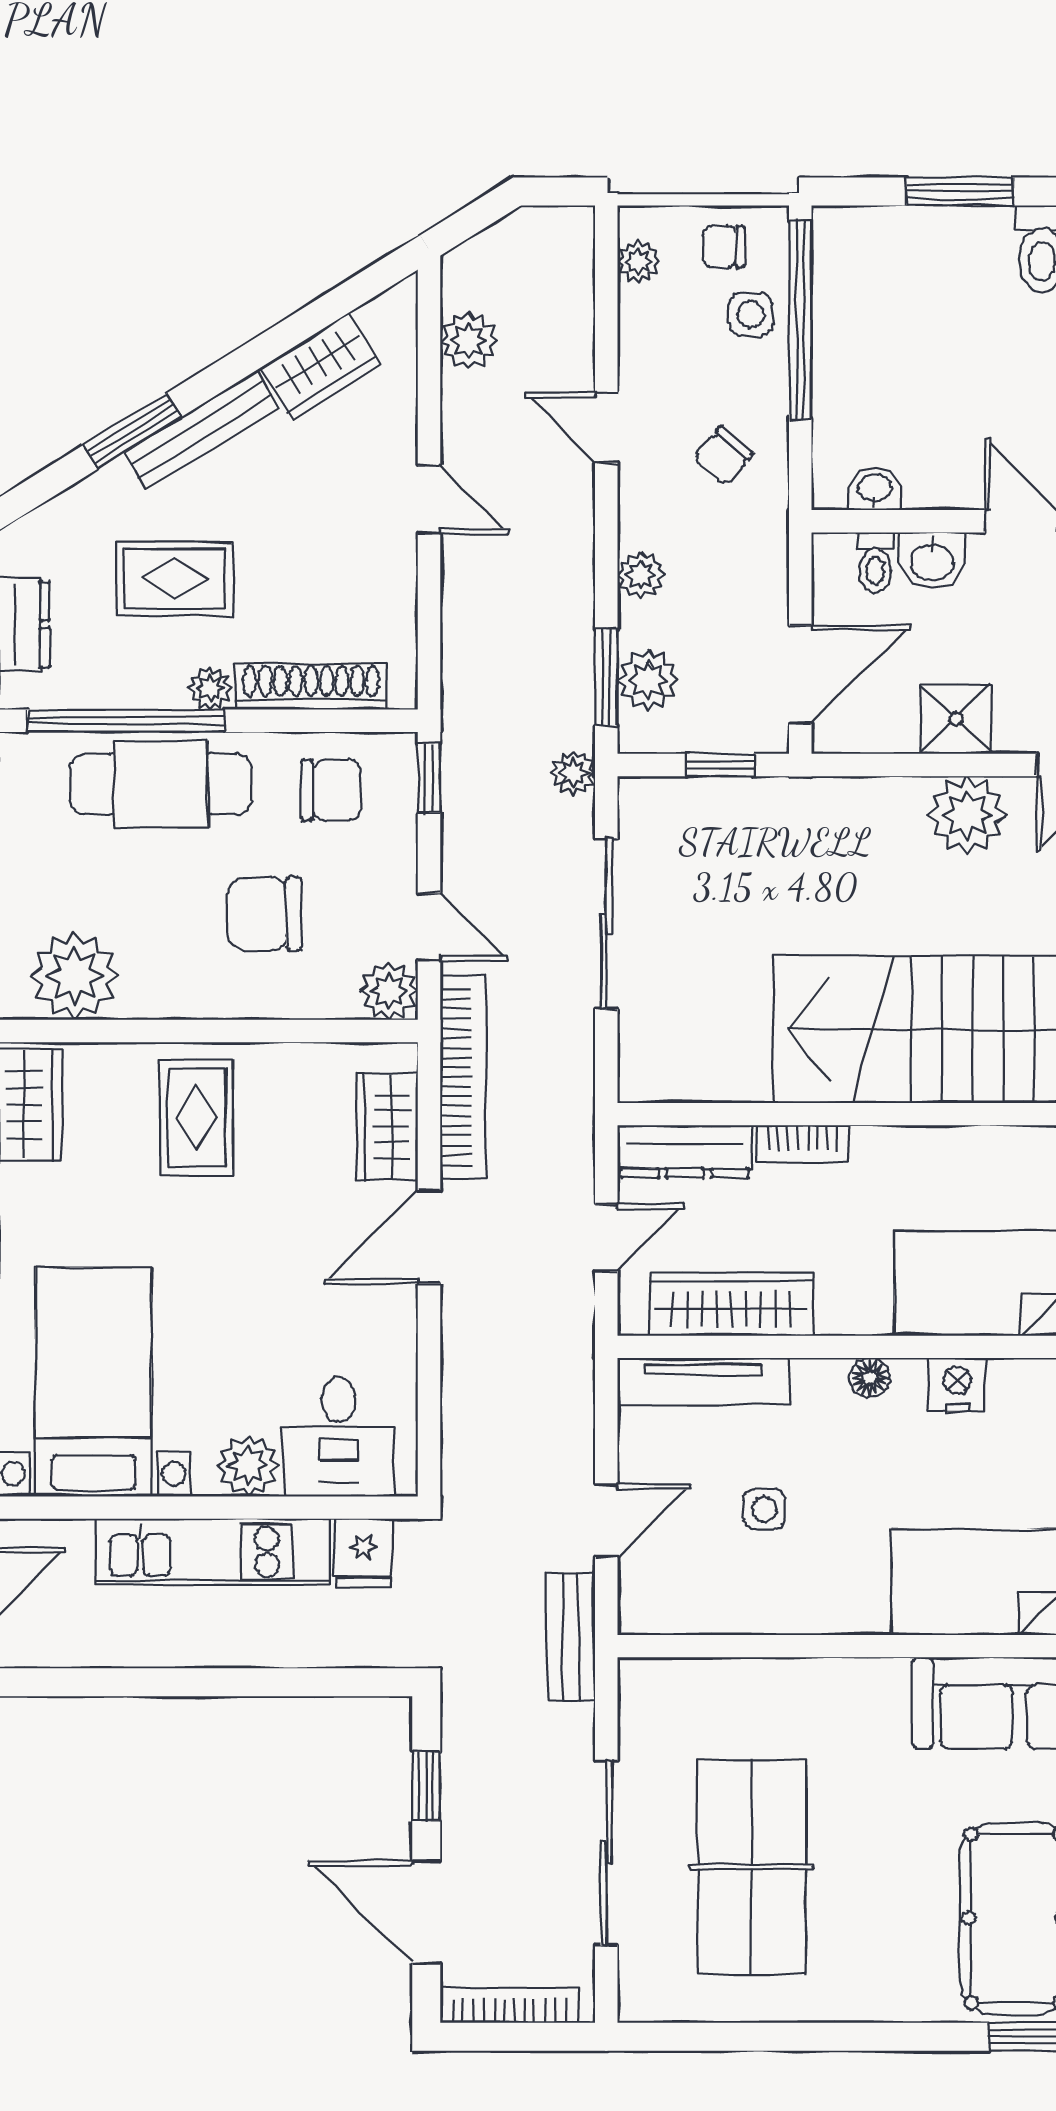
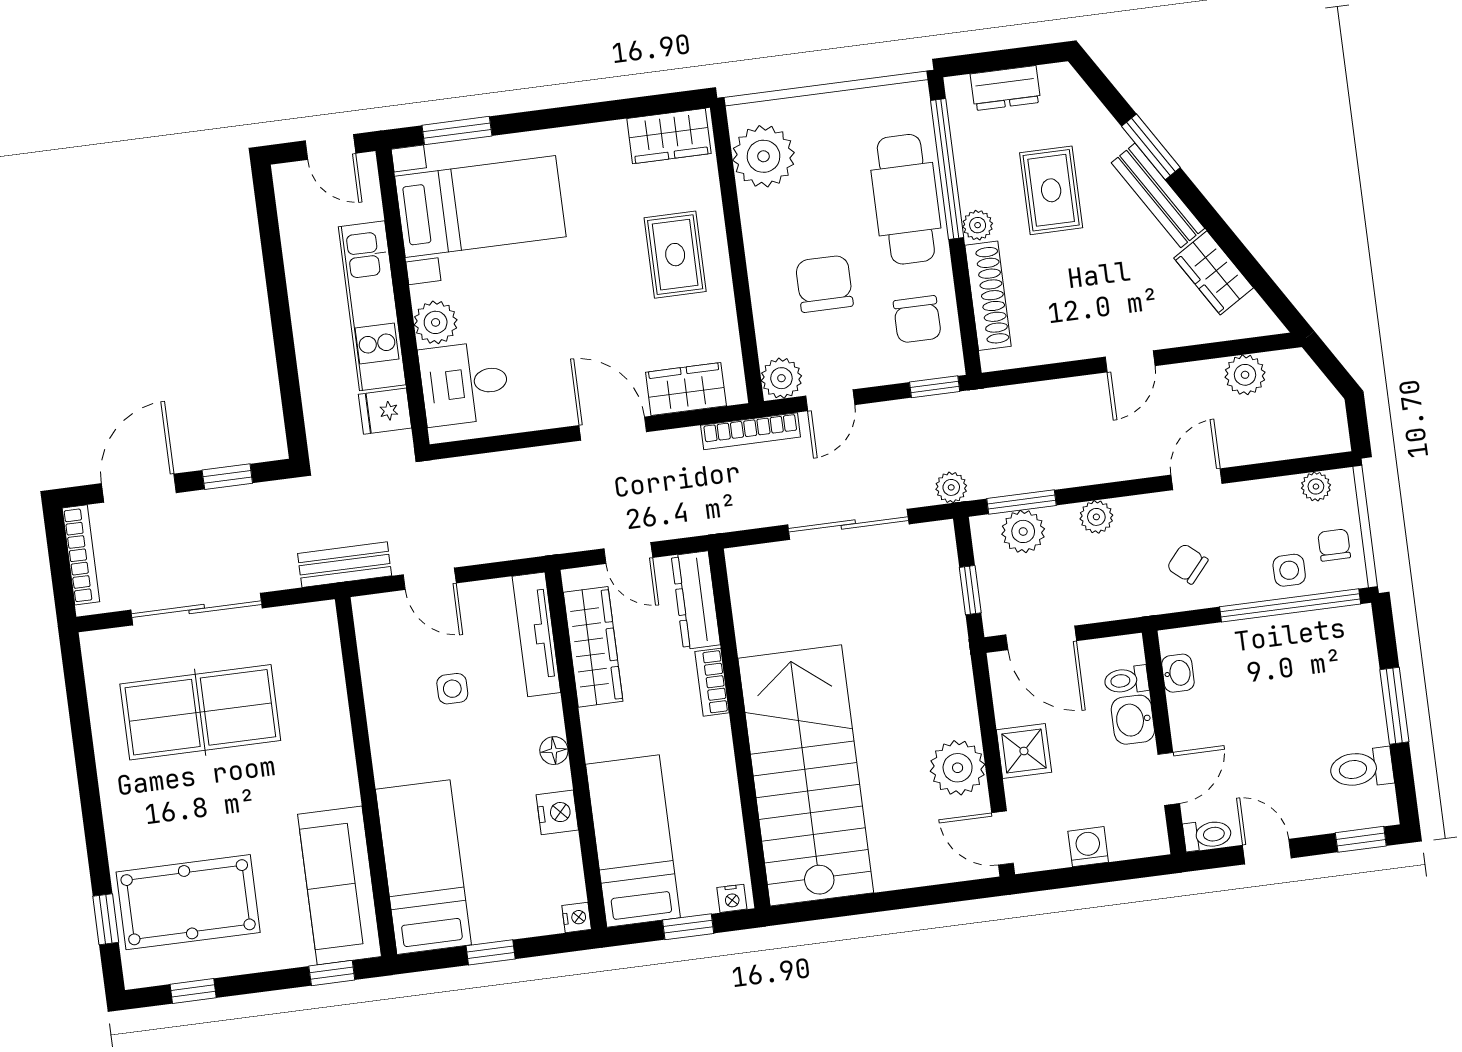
bookcase: (463, 1077) -> (751, 431), width x0.68, depth x0.76
rug: (196, 1118) -> (675, 255), turned 90

